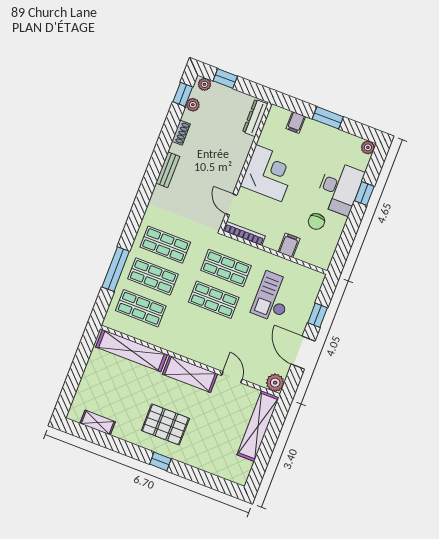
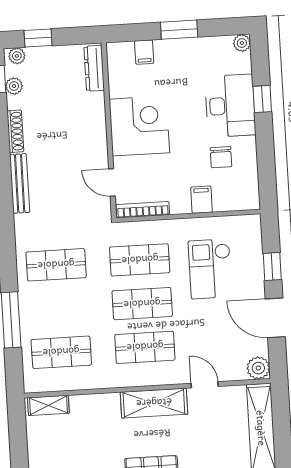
shoe rack: (181, 133) -> (15, 131), width x1.43
bench: (168, 170) -> (20, 183), width x1.36
shop shelf: (153, 276) -> (145, 347), moved
shelving: (132, 351) -> (48, 405), width x0.45, depth x0.75

